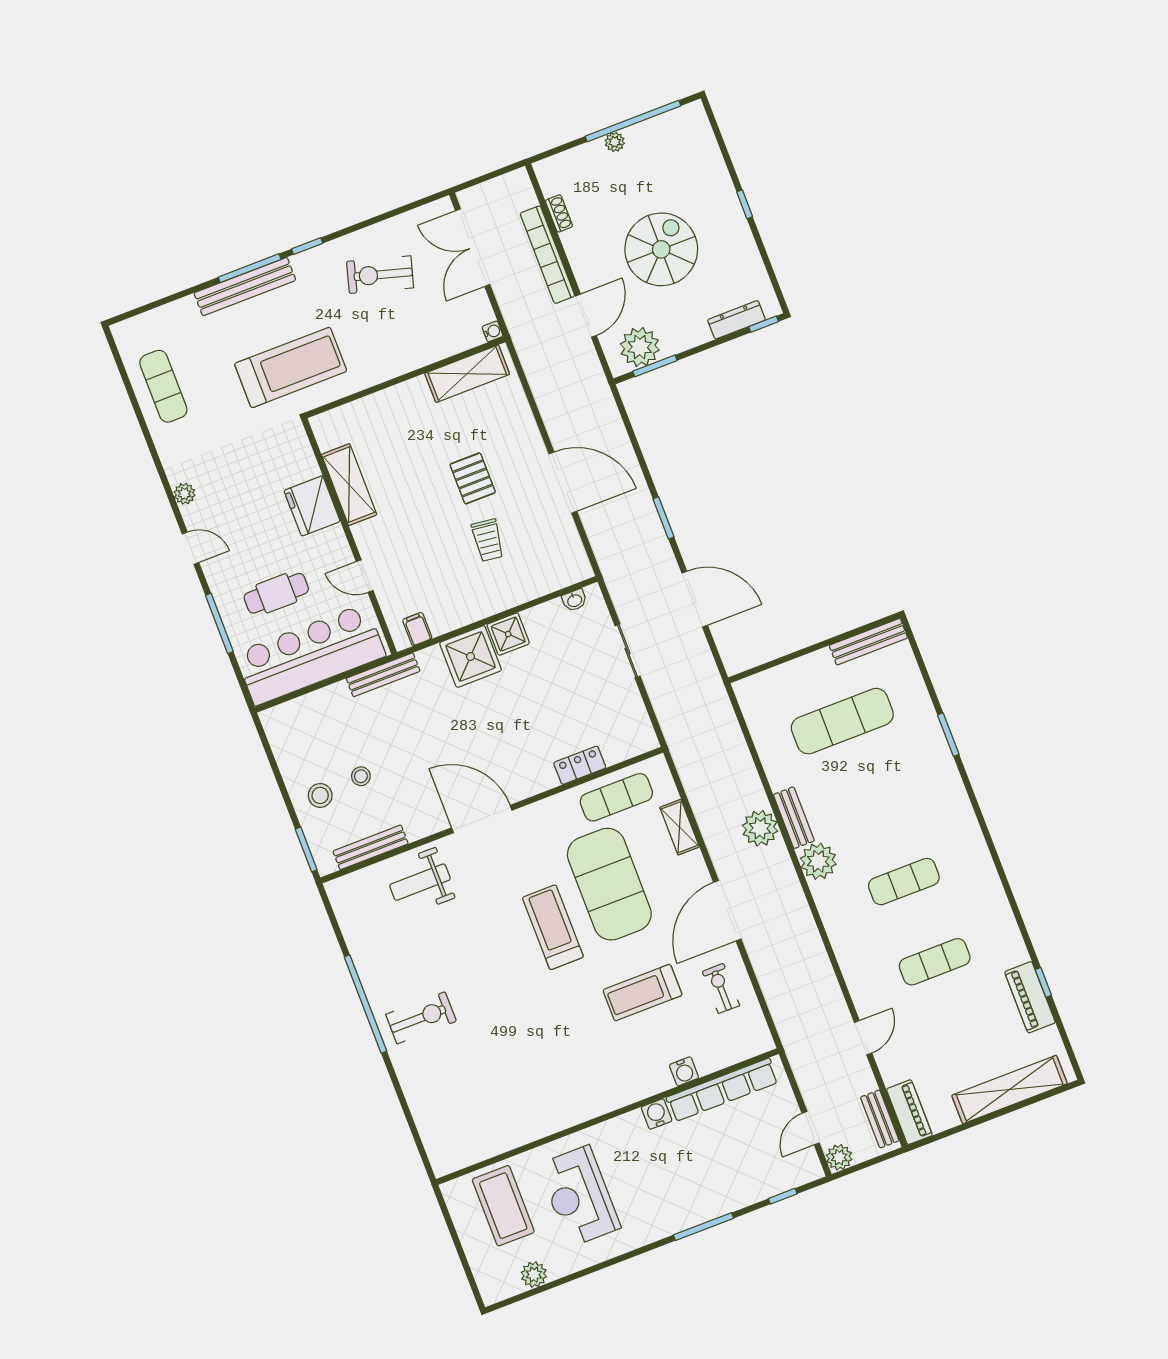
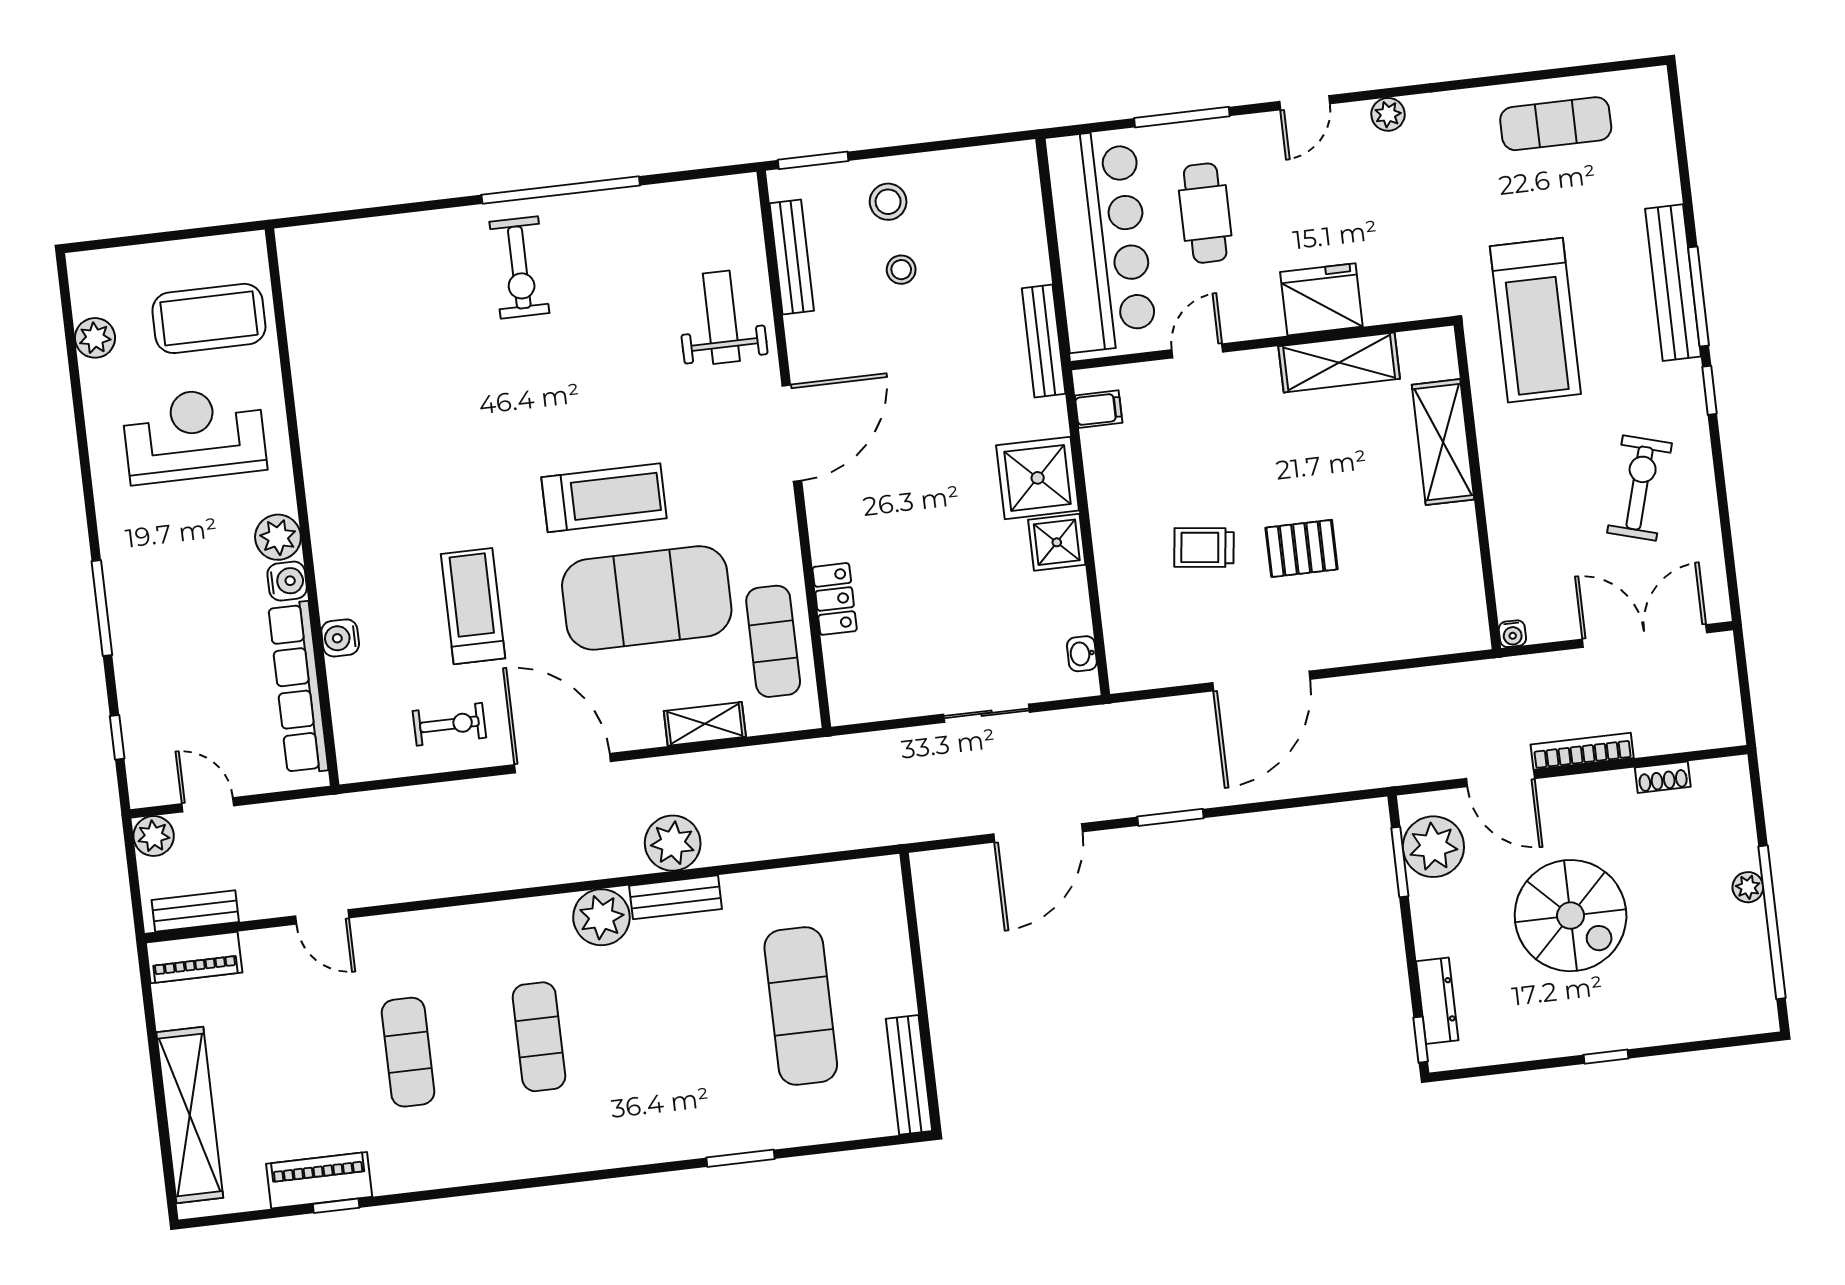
bookcase: (547, 255) -> (1582, 751), width x0.68, depth x0.76
shelving: (467, 374) -> (1443, 442), moved
plant: (630, 1127) -> (278, 537), added

